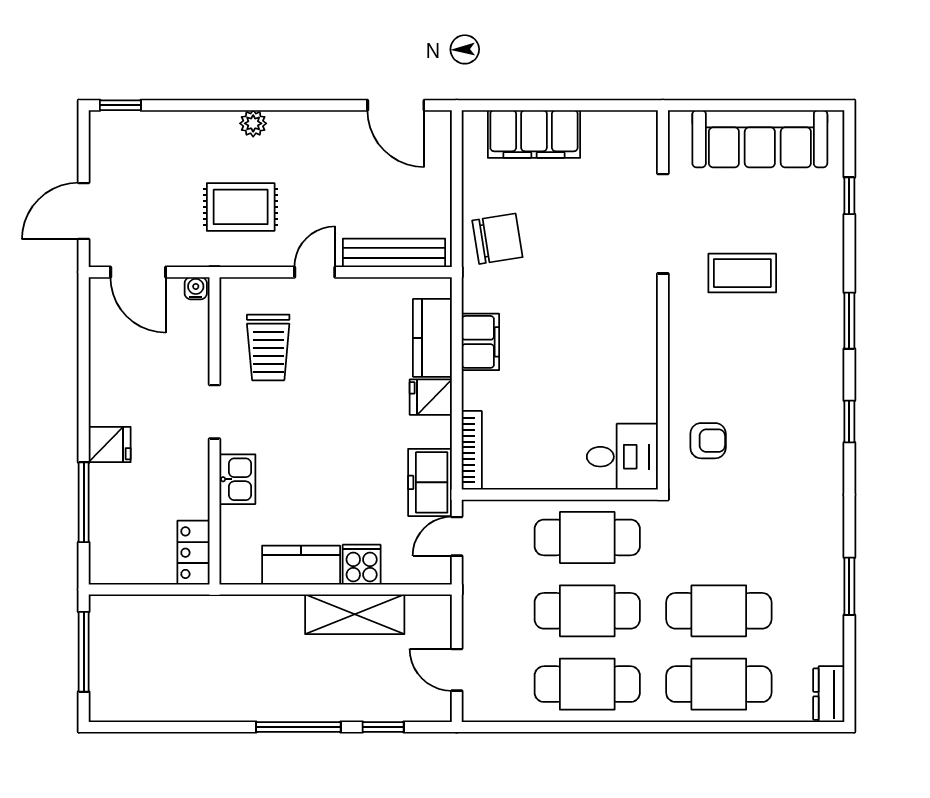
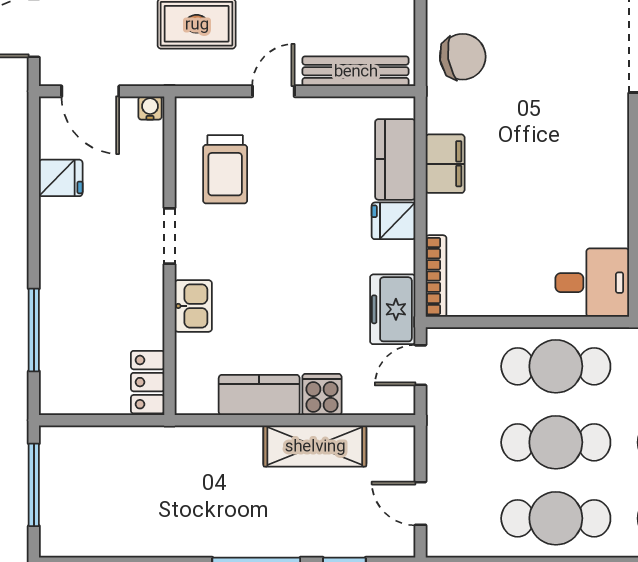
fridge: (110, 445) -> (61, 178), moved

